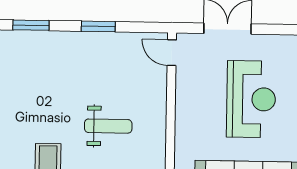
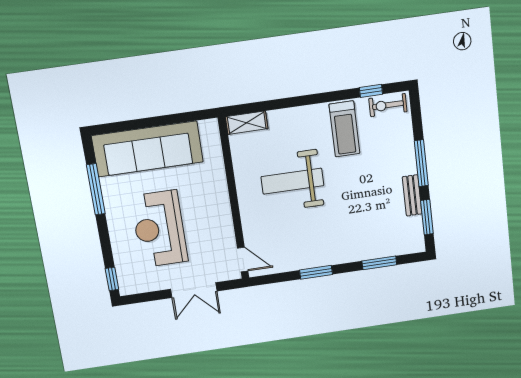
weight bench: (108, 126) -> (292, 181), width x1.36, depth x1.33

